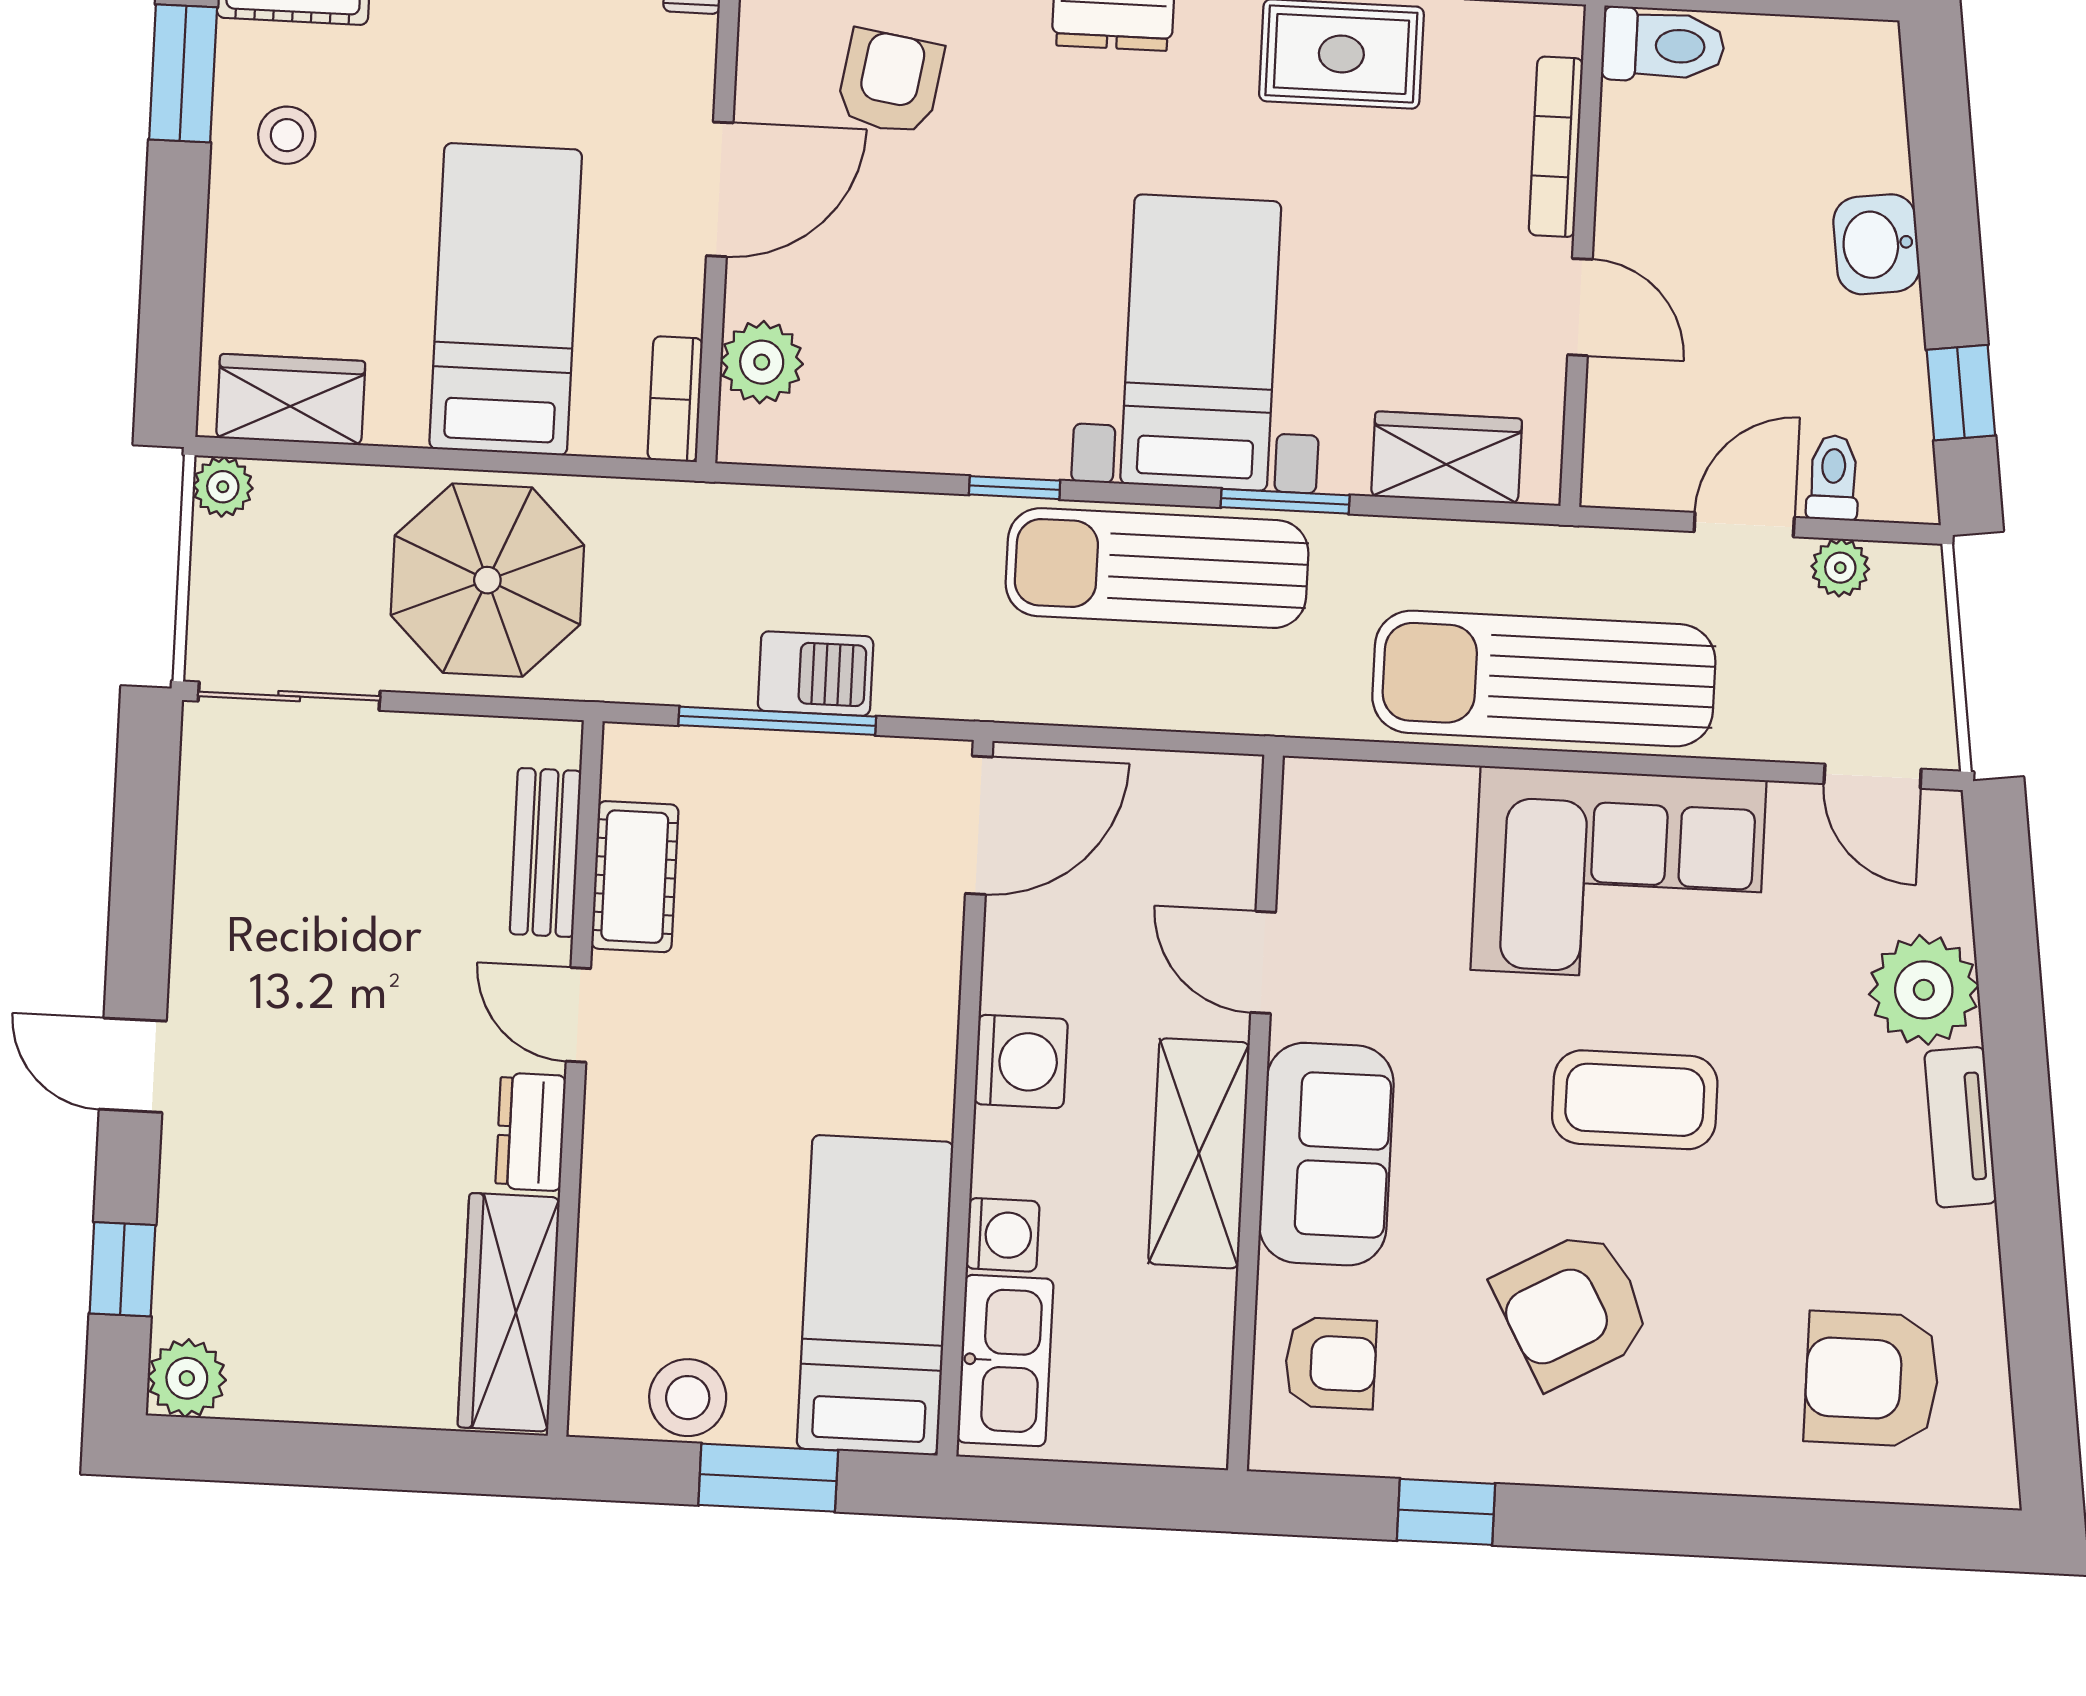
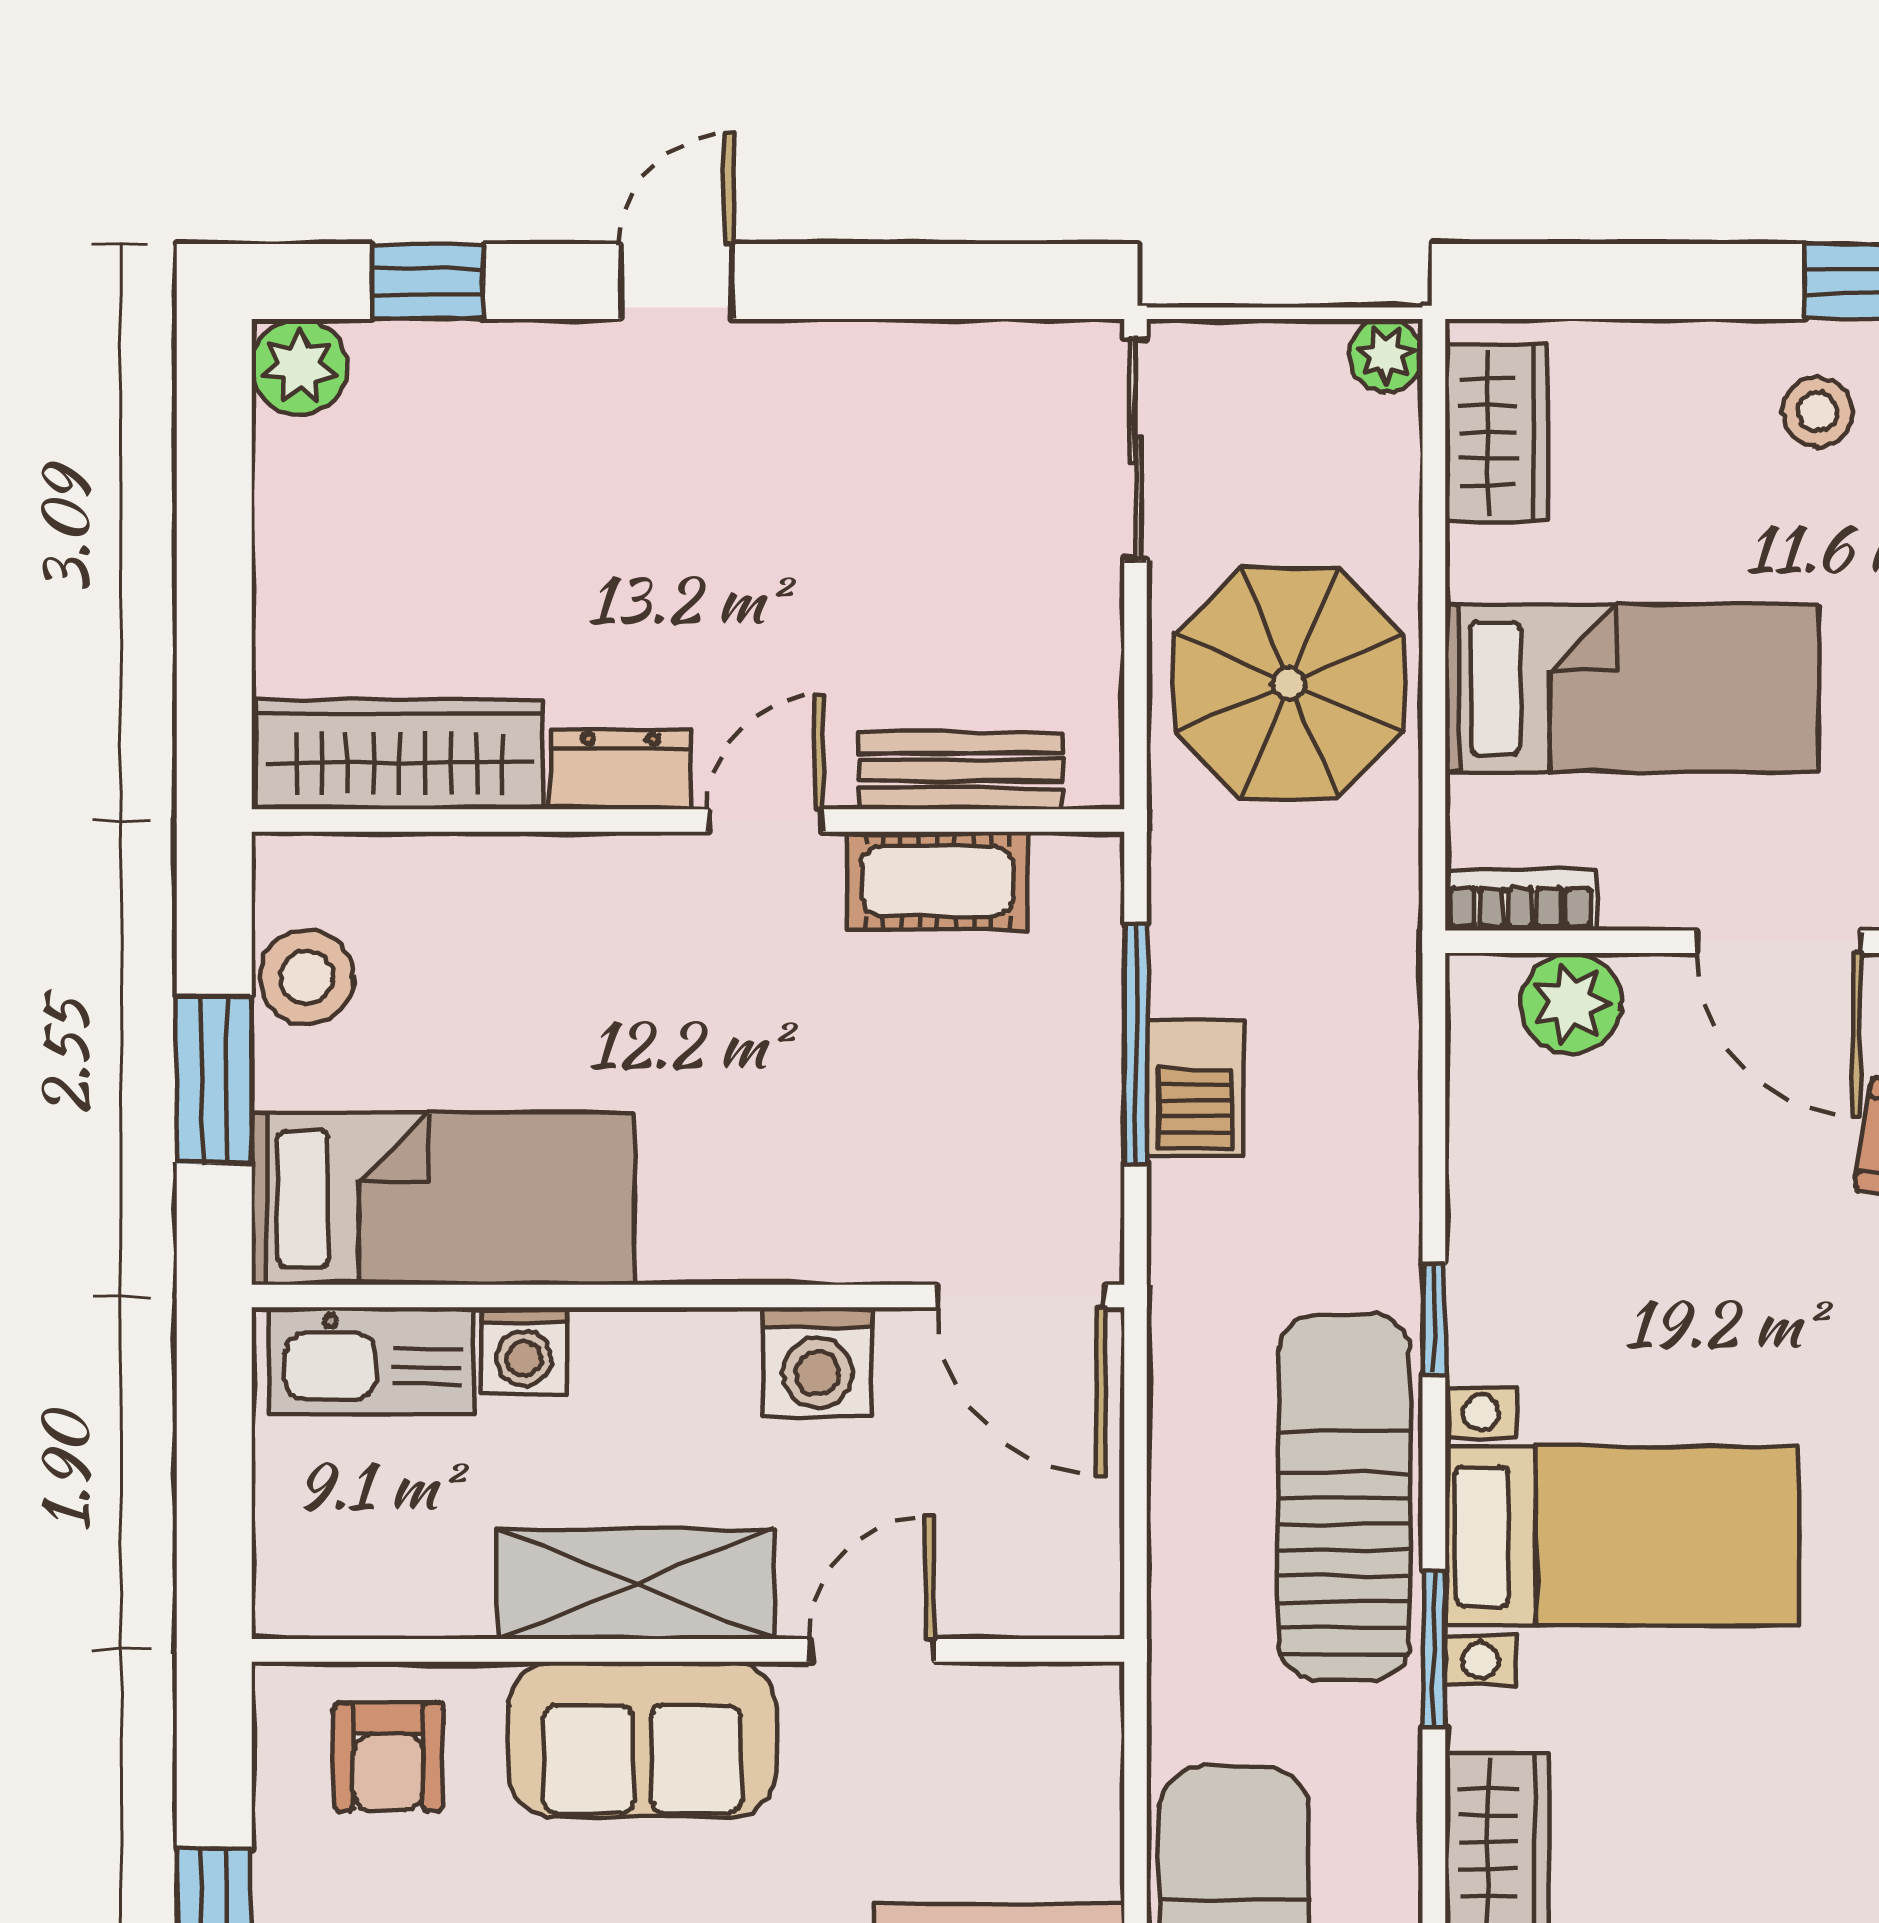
washing machine: (1021, 1062) -> (817, 1362), moved

